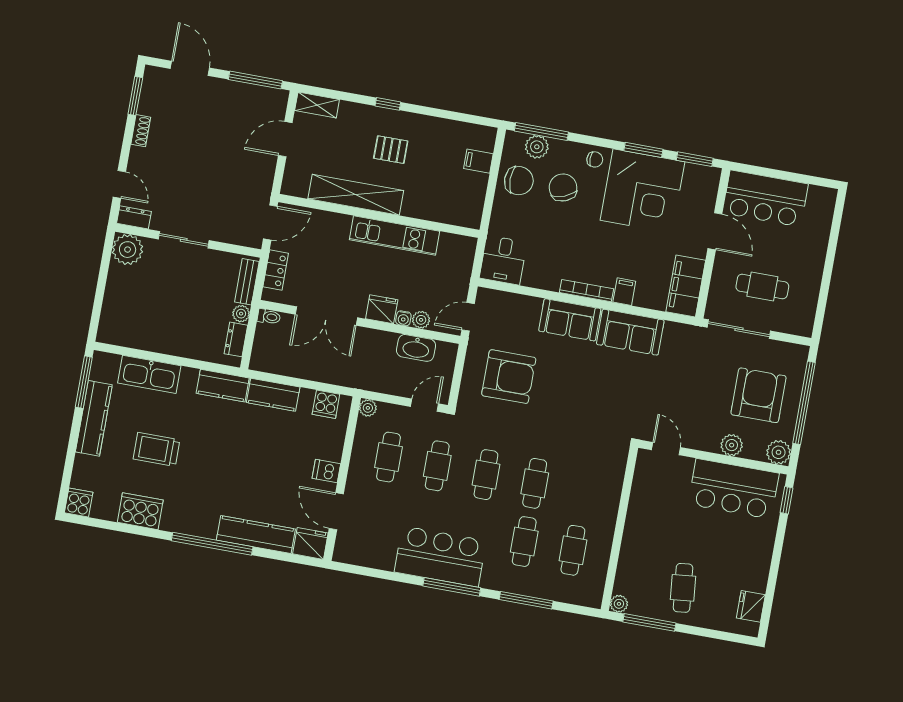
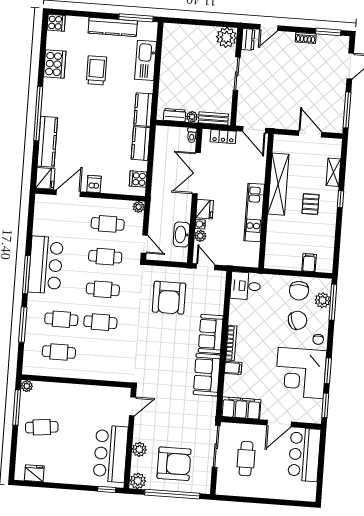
shelving: (317, 105) -> (333, 172), moved

